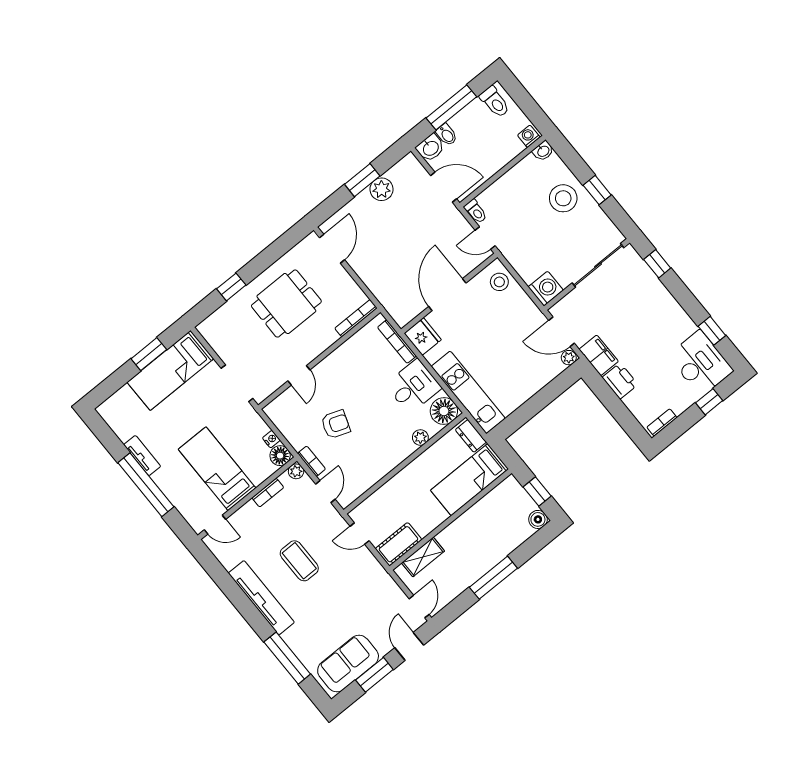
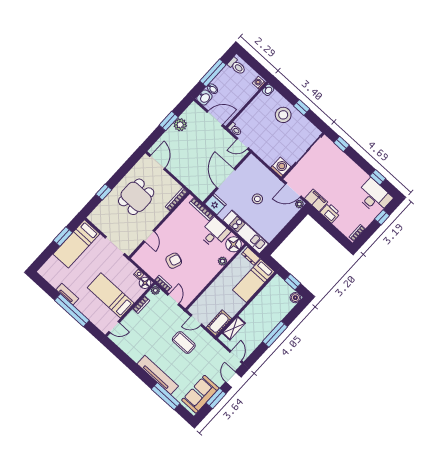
stool: (499, 282) -> (257, 199), moved
coffee table: (299, 561) -> (184, 343), moved
tv unit: (261, 598) -> (158, 375), moved

